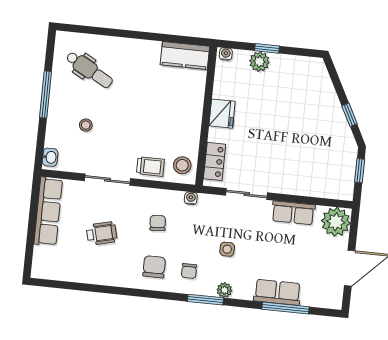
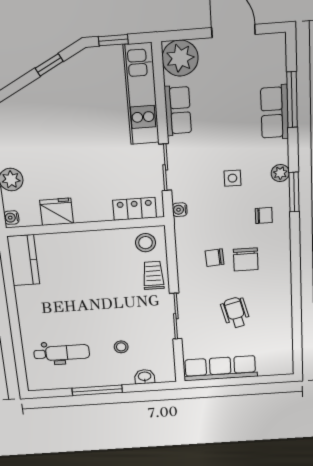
dental chair: (89, 70) -> (62, 353), turned 61
fridge: (222, 114) -> (57, 212), moved
washbasin: (50, 157) -> (145, 377), moved
kitchen unit: (312, 185) -> (141, 94), added
water cooler: (191, 198) -> (180, 210), moved
chair: (154, 267) -> (246, 259), moved, turned -90

